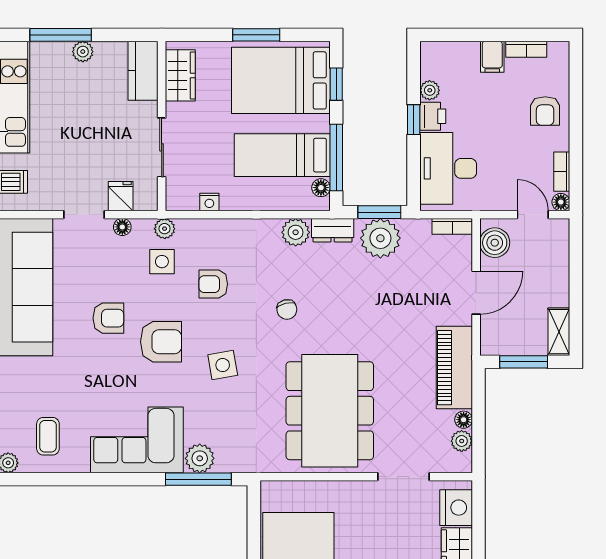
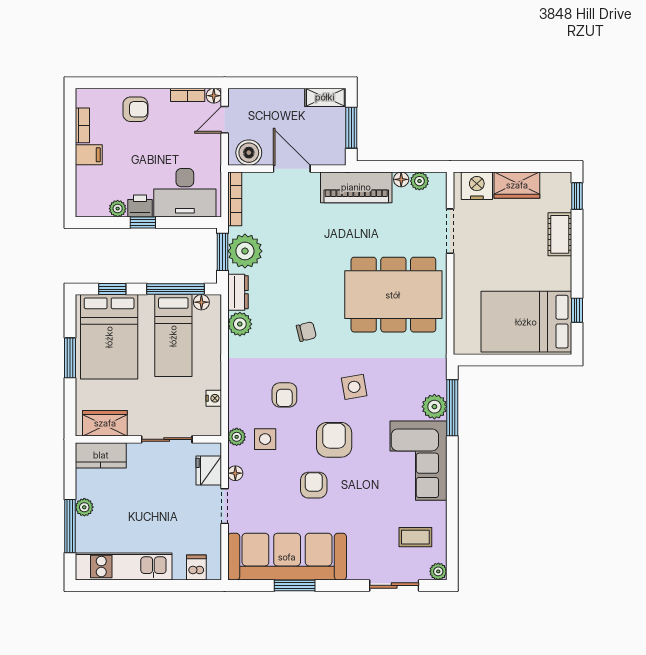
fridge: (121, 196) -> (209, 471), width x1.38
bookcase: (452, 226) -> (235, 199), width x1.56

